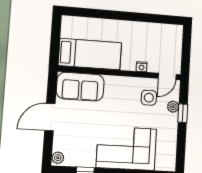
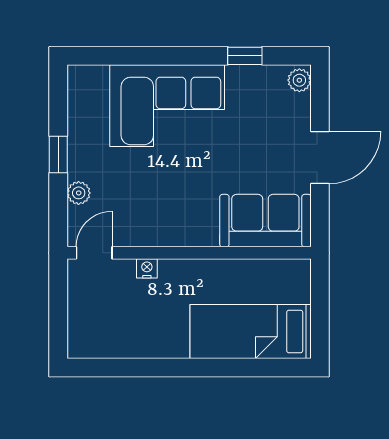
bed: (90, 54) -> (251, 331), moved
side table: (149, 98) -> (129, 208), removed
window: (183, 113) -> (58, 155), moved

